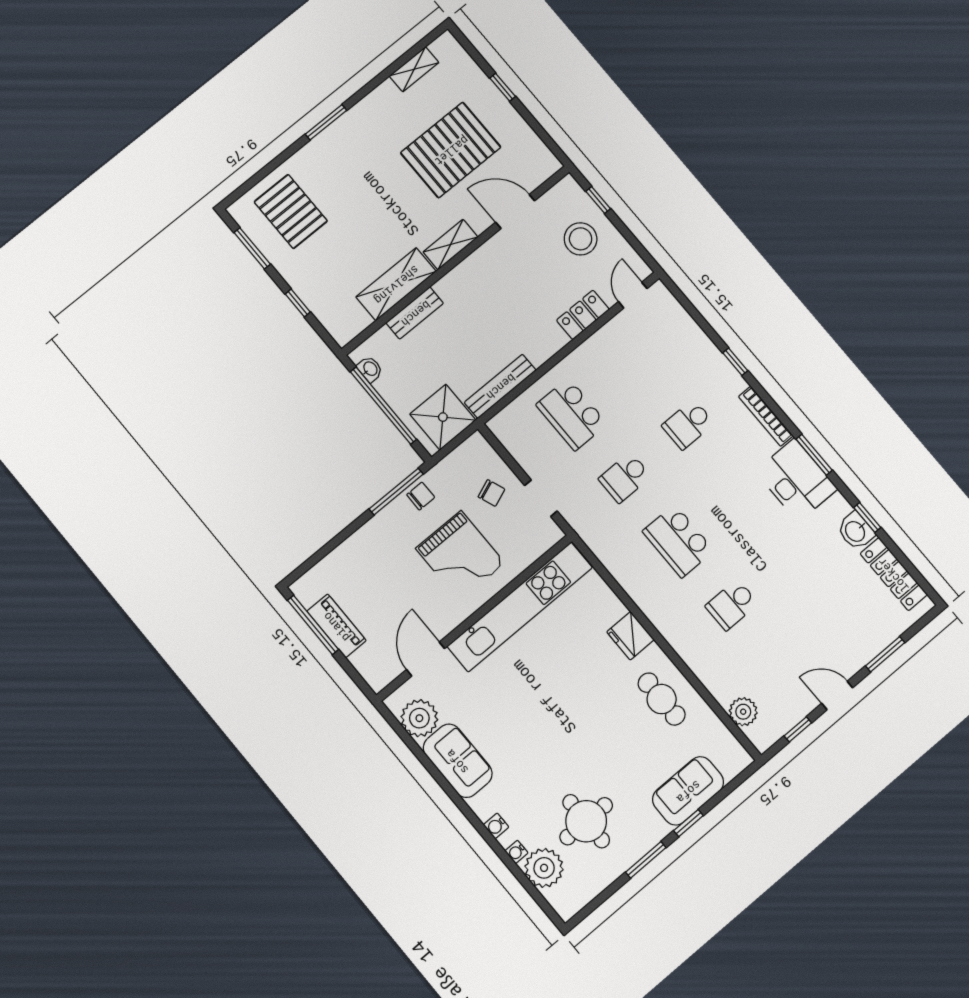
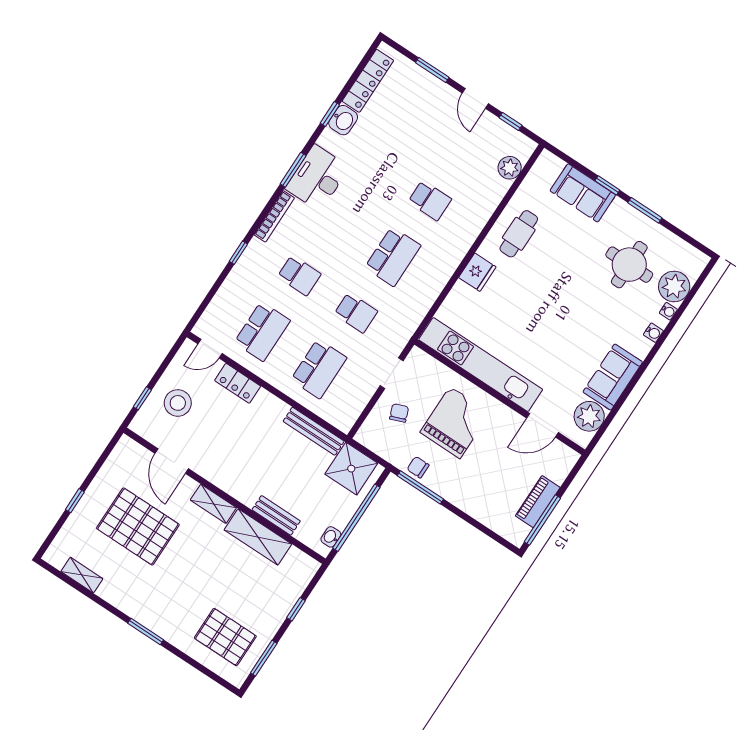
pallet: (291, 211) -> (225, 637), turned 90
school desk: (635, 362) -> (262, 331), added

